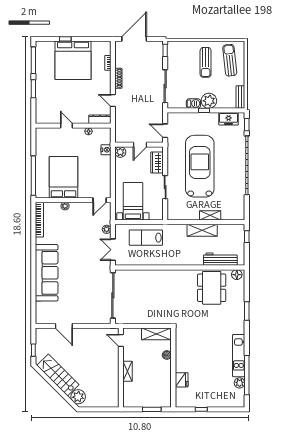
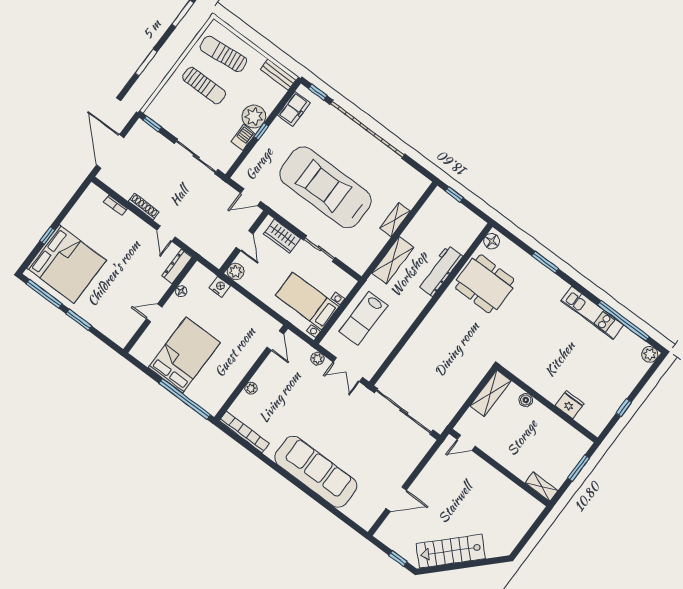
bed: (73, 60) -> (67, 264), moved
door: (113, 101) -> (166, 234), hinge flipped
bed: (63, 177) -> (184, 355), moved, turned 90
shelving: (202, 230) -> (393, 260), moved
workbench: (220, 259) -> (440, 271), moved
shelving: (127, 371) -> (542, 487), moved
plant: (240, 383) -> (650, 354), moved
plant: (78, 397) -> (496, 546), removed

